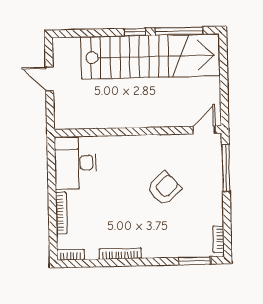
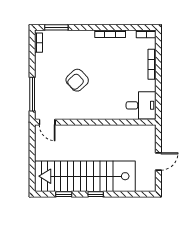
window: (179, 31) -> (64, 194), width x0.46
door: (49, 79) -> (158, 161), hinge flipped
door: (204, 130) -> (47, 122), hinge flipped
desk: (75, 163) -> (141, 105), width x0.73

